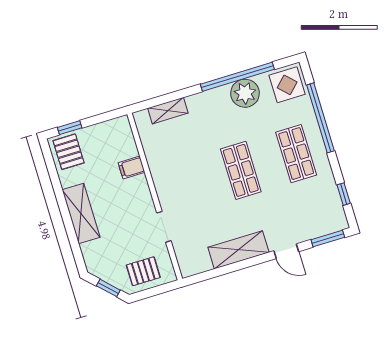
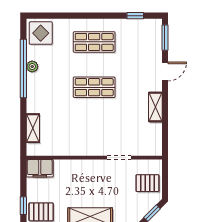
plant: (245, 93) -> (32, 67), width x0.53, depth x0.53
window: (320, 118) -> (73, 16), removed
filing cabinet: (132, 167) -> (40, 168), moved, width x2.00
shelving: (238, 250) -> (155, 107), width x0.67, depth x0.75
pallet: (143, 271) -> (147, 183), turned 90

